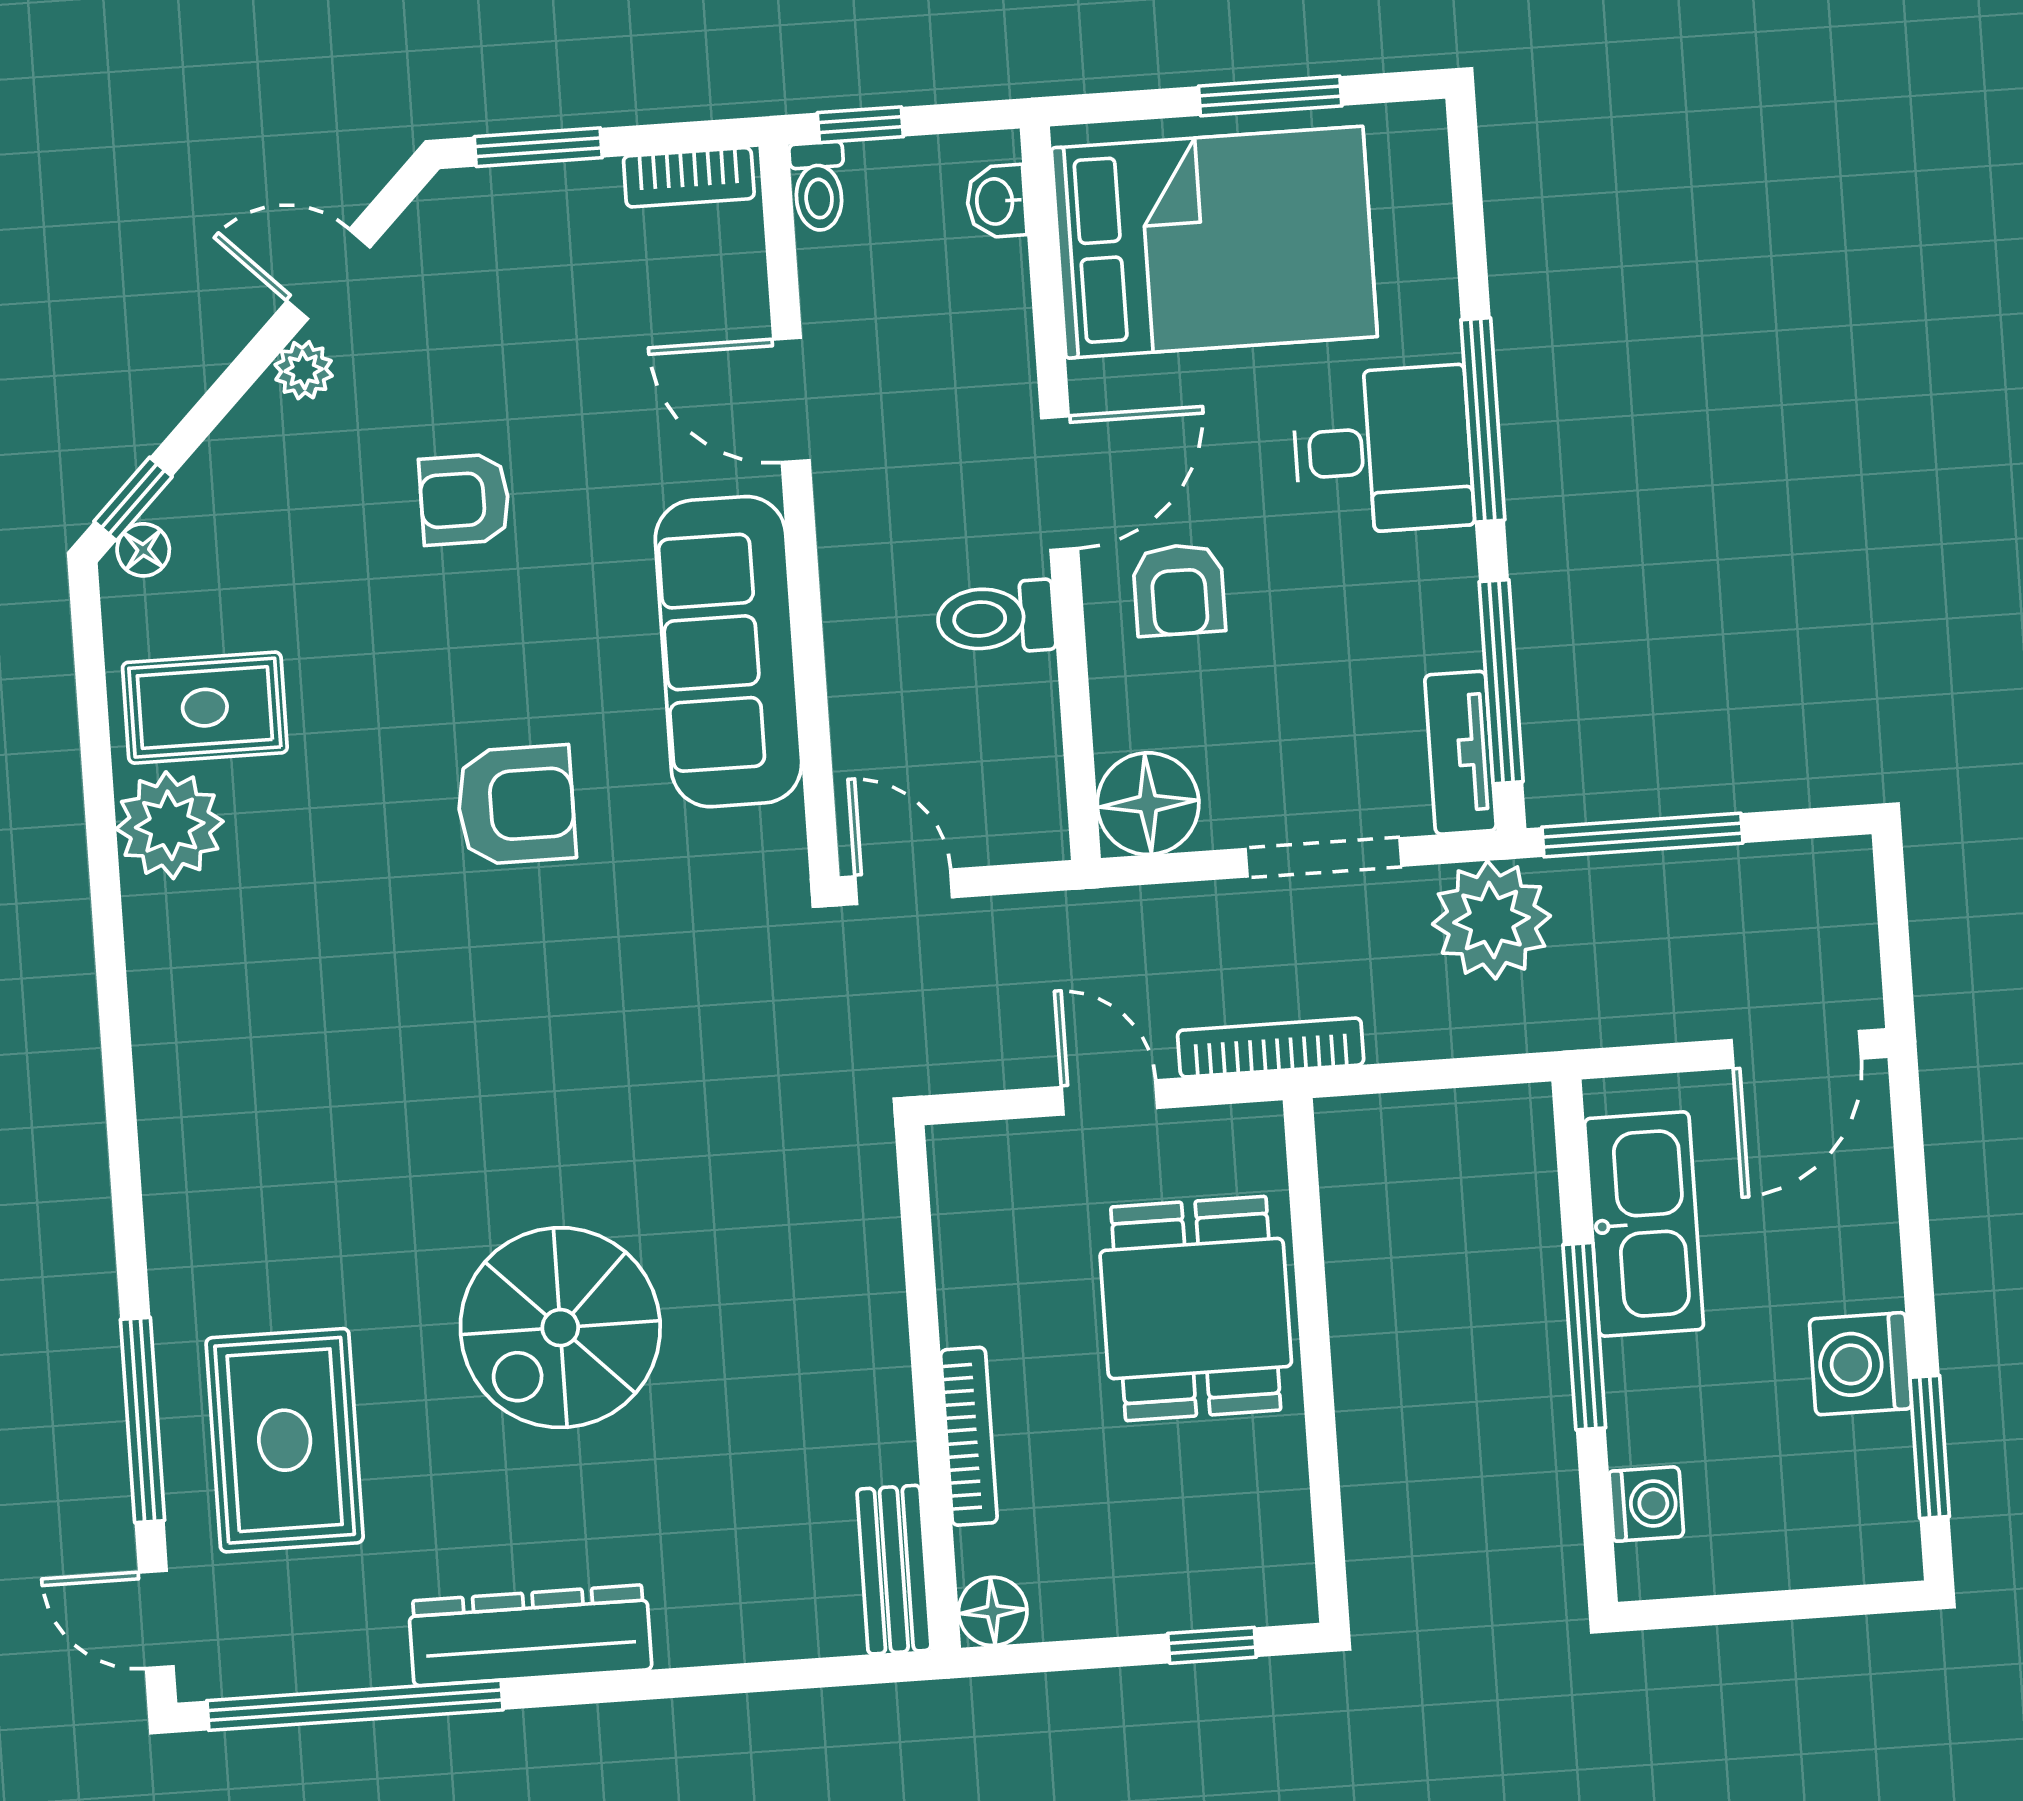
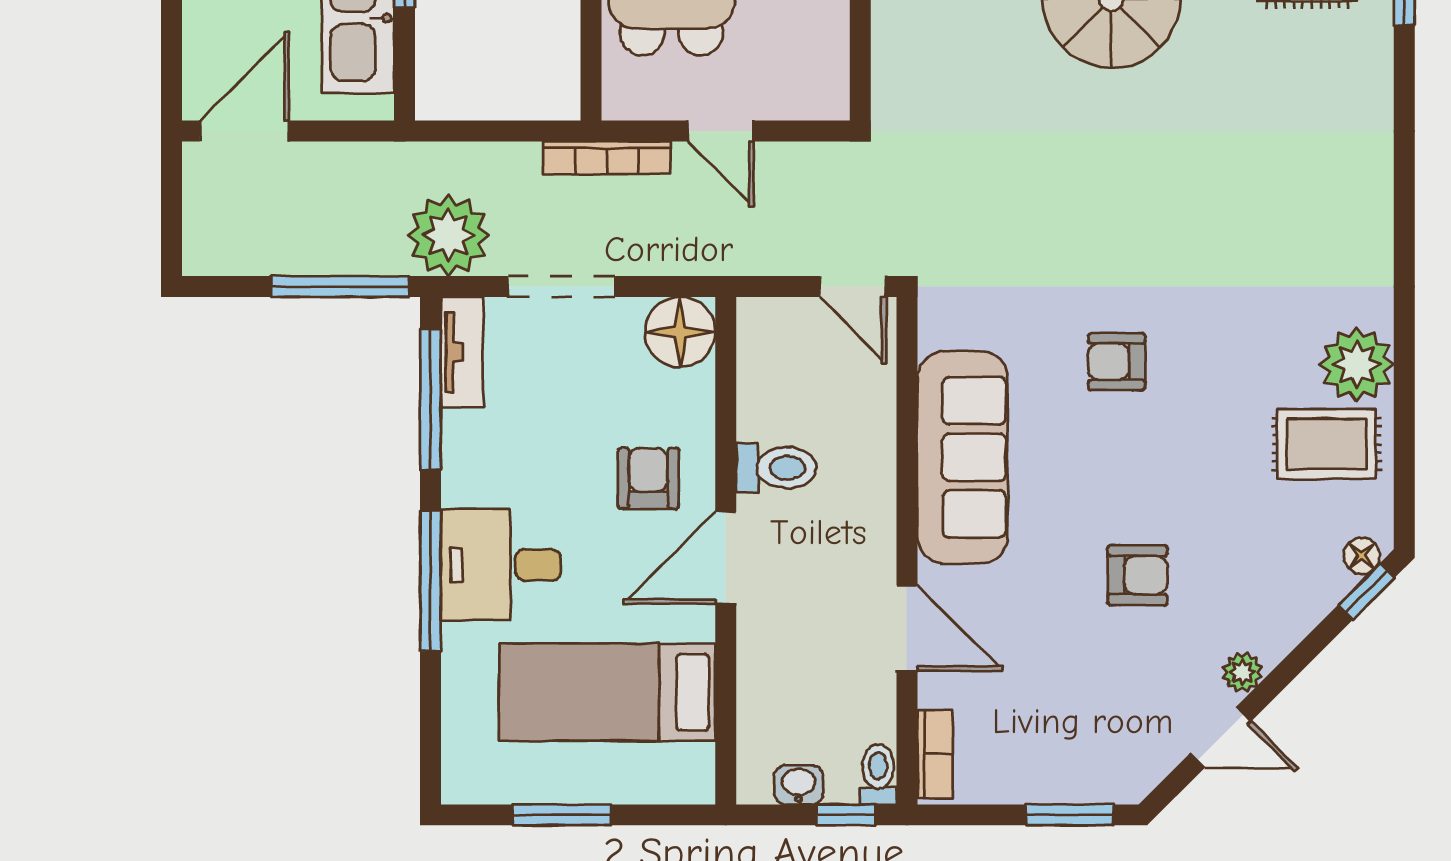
bookcase: (689, 177) -> (935, 754), moved, turned 90
washbasin: (996, 201) -> (799, 785), moved, turned -90
bed: (1214, 242) -> (607, 692), width x0.67
armchair: (516, 805) -> (1117, 362), width x0.72, depth x0.72

